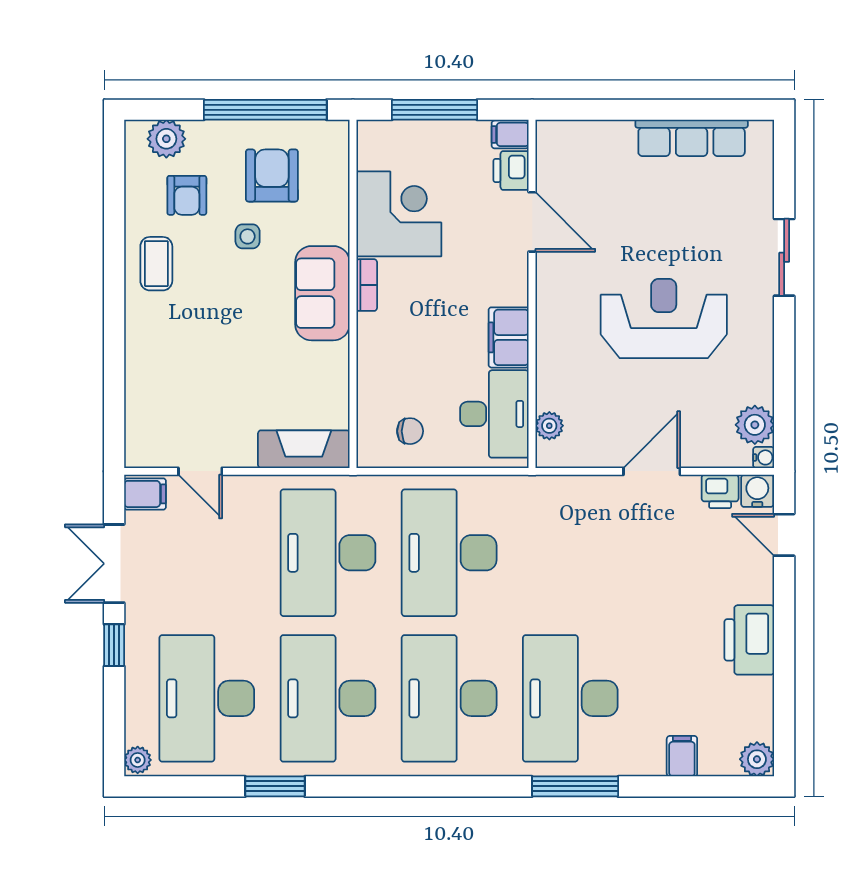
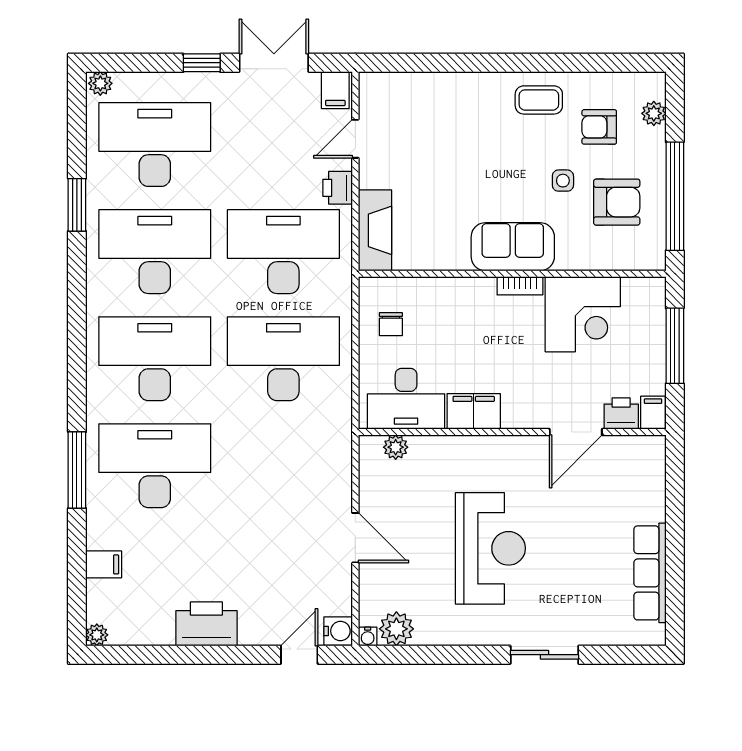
plant: (166, 139) -> (654, 113), width x0.73, depth x0.73
printer: (720, 491) -> (338, 188), moved
plant: (757, 759) -> (97, 635), width x0.73, depth x0.73

